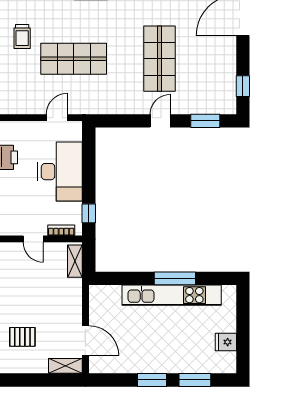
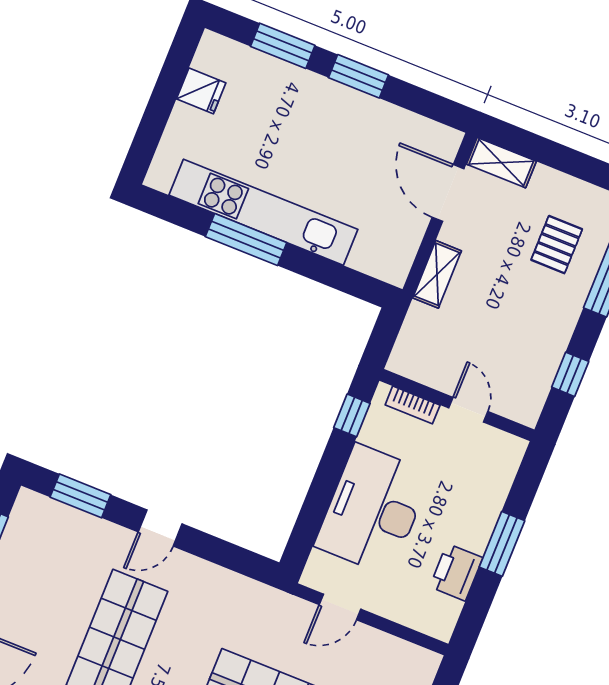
shelving: (75, 261) -> (437, 274), moved
pallet: (22, 337) -> (557, 245), turned 90

